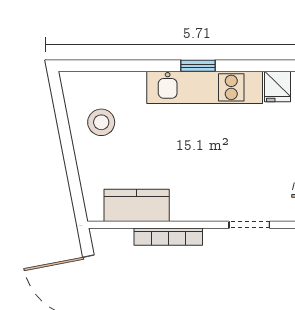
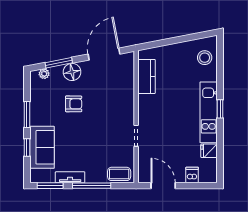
stool: (101, 122) -> (205, 58), moved
bookcase: (168, 237) -> (130, 93), removed

